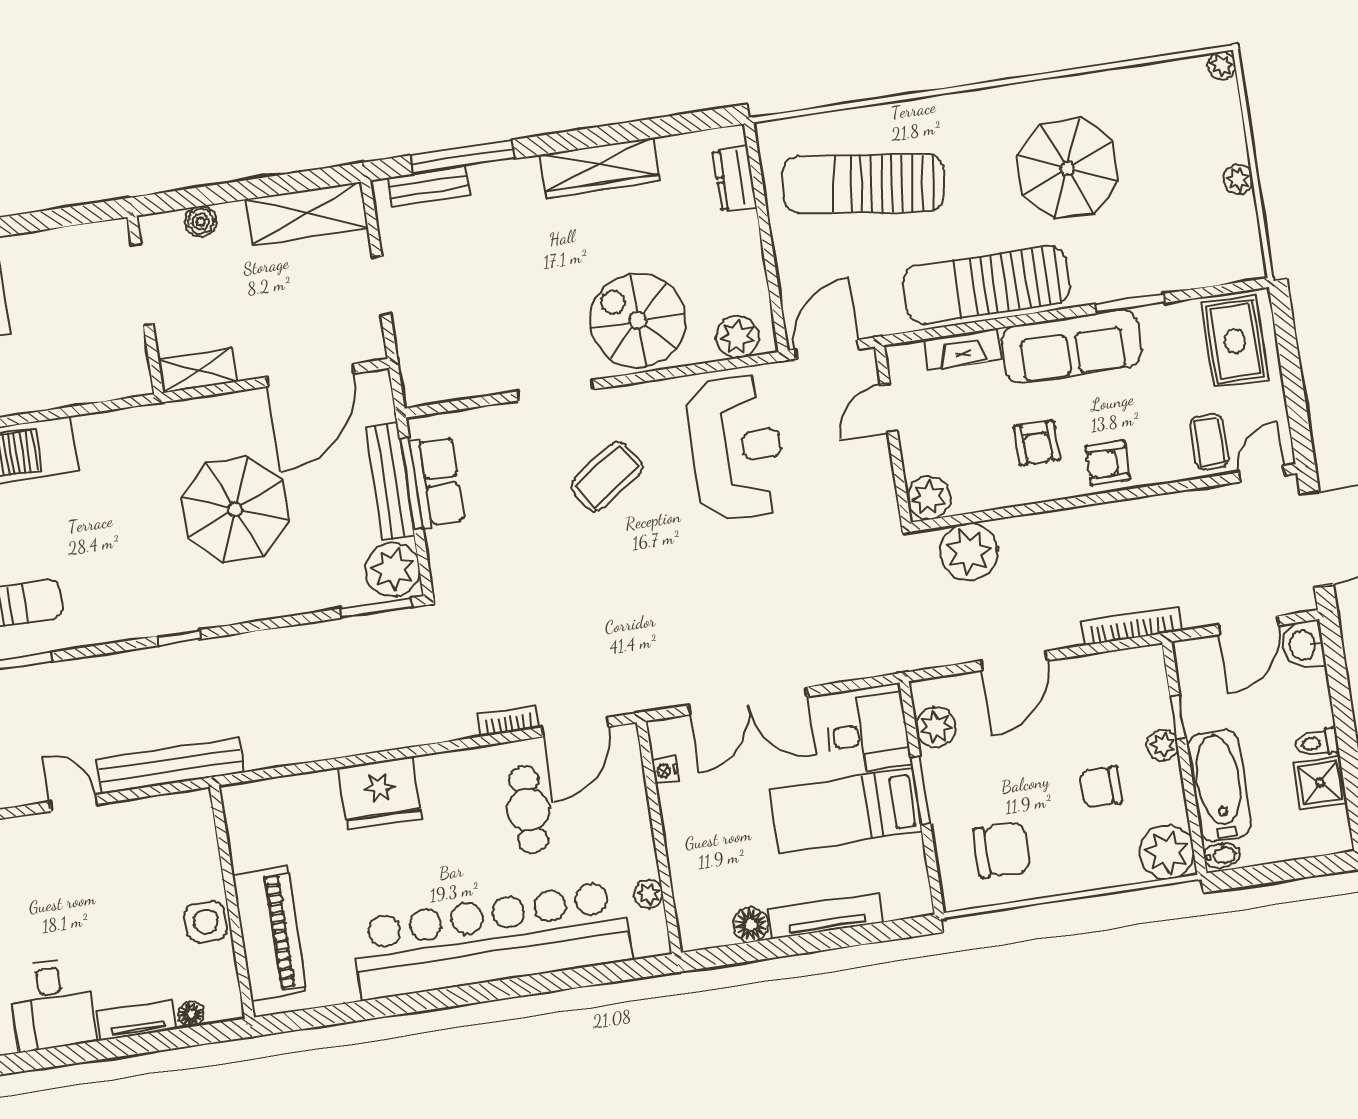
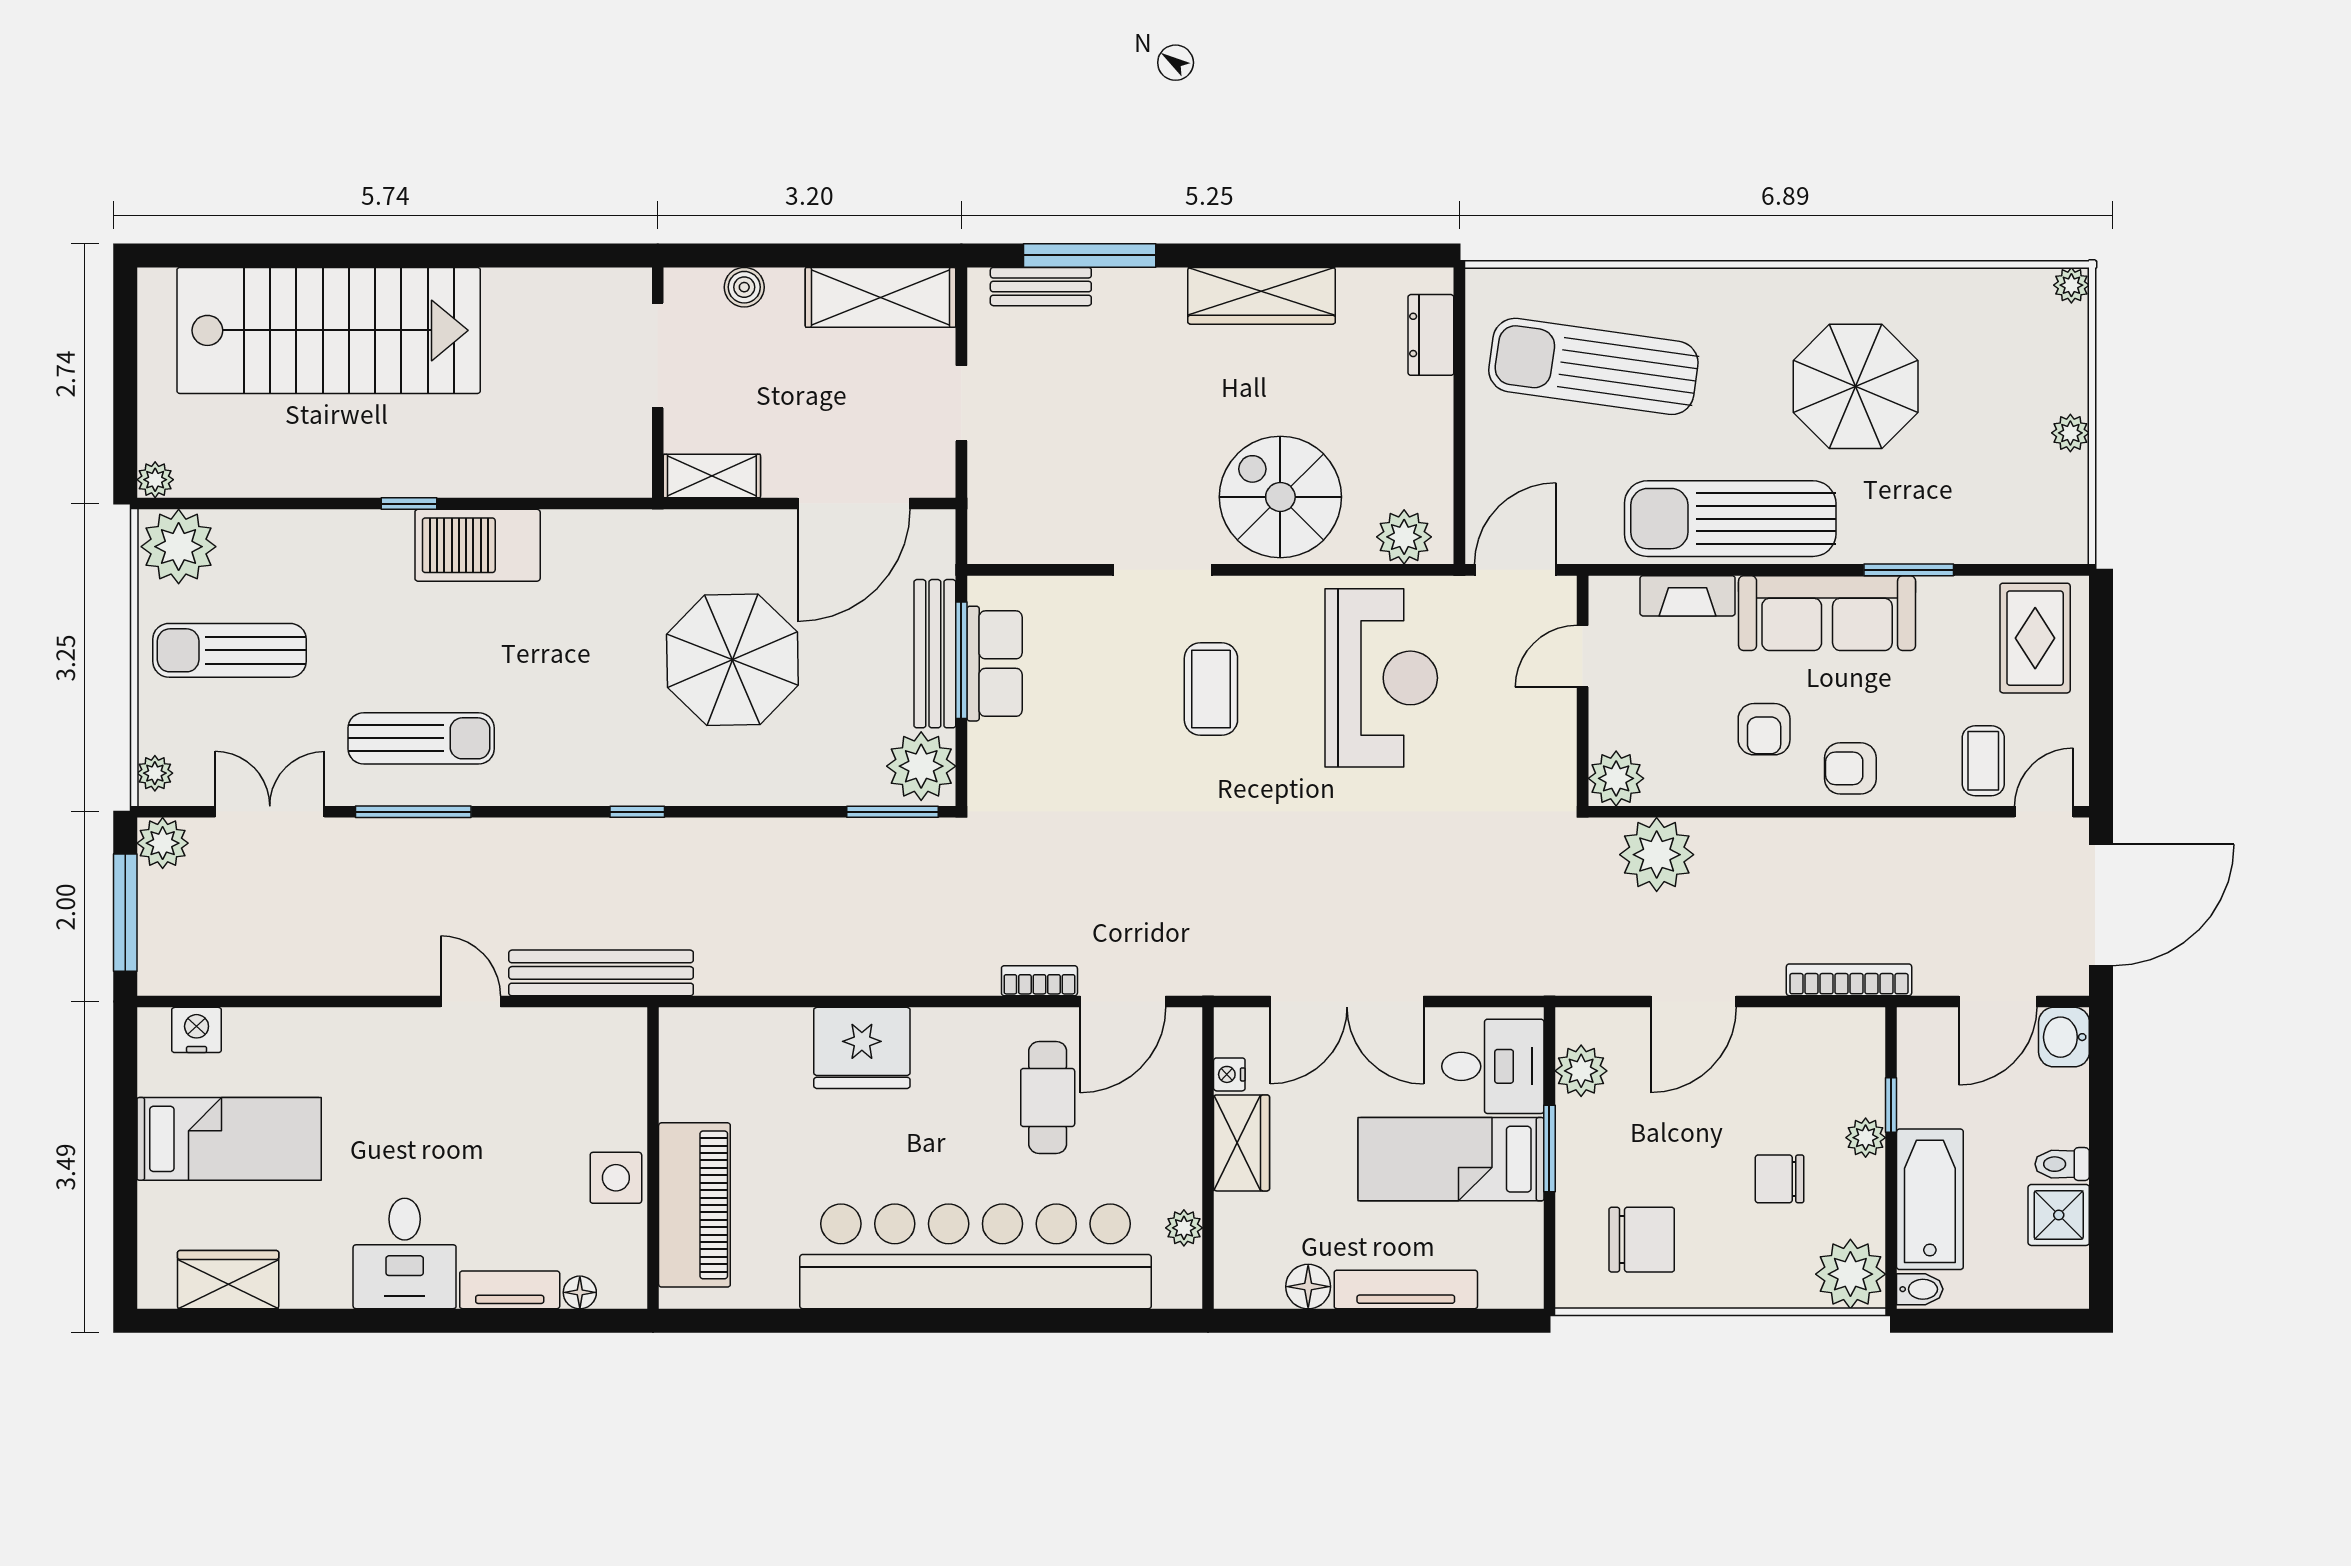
coffee table: (607, 476) -> (1211, 689), turned -55
wardrobe: (683, 822) -> (1242, 1143), added

